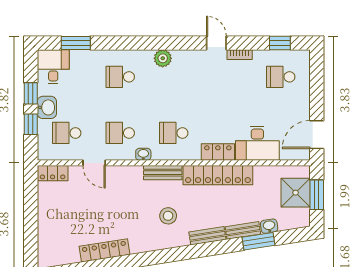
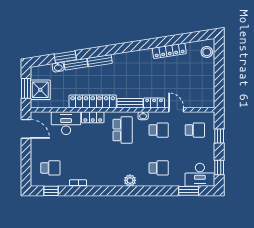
door: (216, 43) -> (94, 191), removed
desk: (53, 67) -> (200, 175), width x1.37
window: (31, 93) -> (219, 168), moved
washbasin: (47, 107) -> (208, 147), removed
school desk: (174, 133) -> (123, 130), width x1.85
door: (317, 135) -> (26, 129), hinge flipped
locker: (53, 173) -> (154, 103), moved
stool: (168, 216) -> (207, 52), moved

